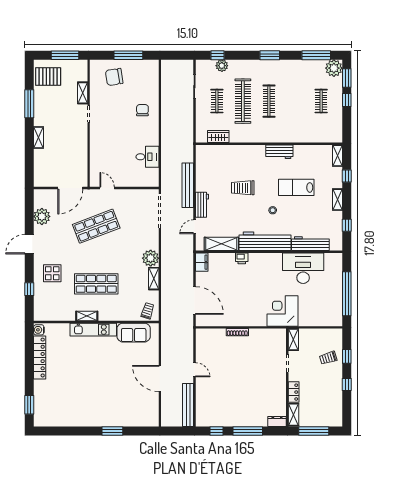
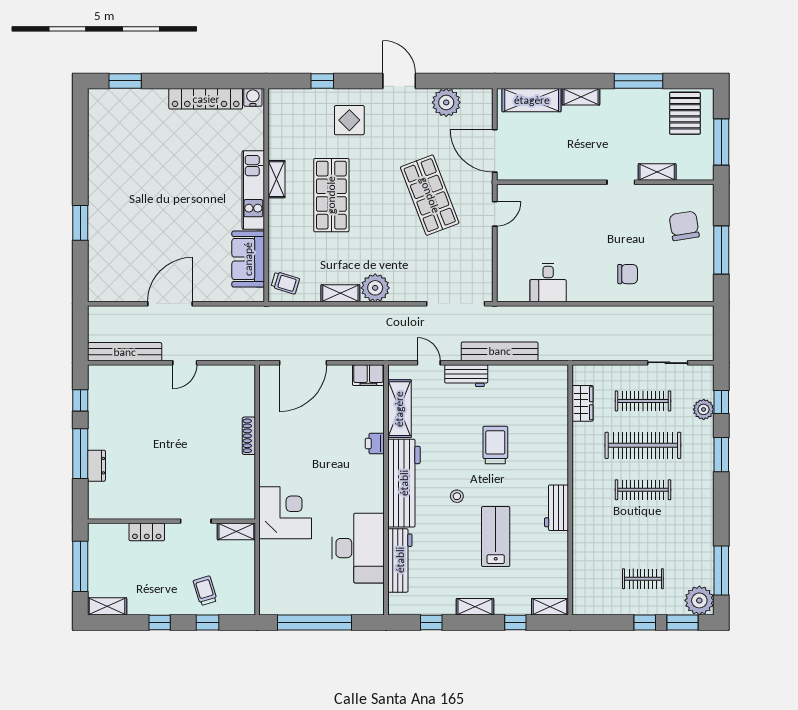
window: (270, 55) -> (721, 455), moved
clothes rail: (217, 101) -> (643, 401), width x1.36
shelving: (40, 166) -> (532, 100), added
shelving: (294, 415) -> (107, 606), moved
dresser: (277, 422) -> (96, 466), moved

